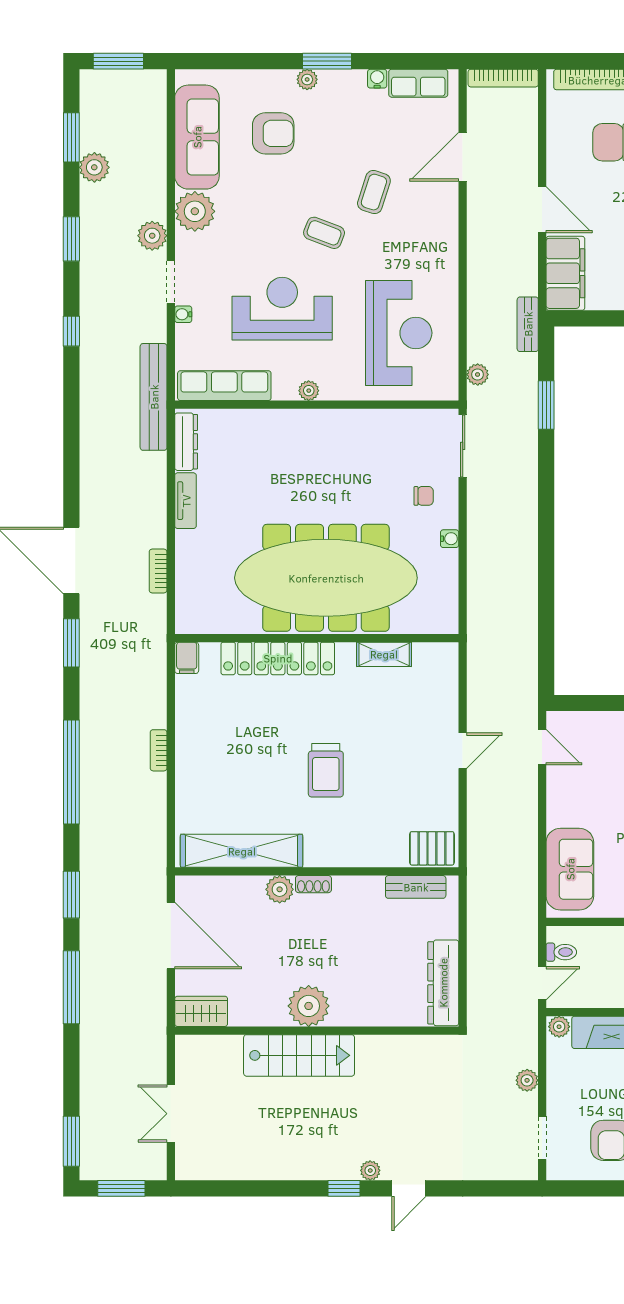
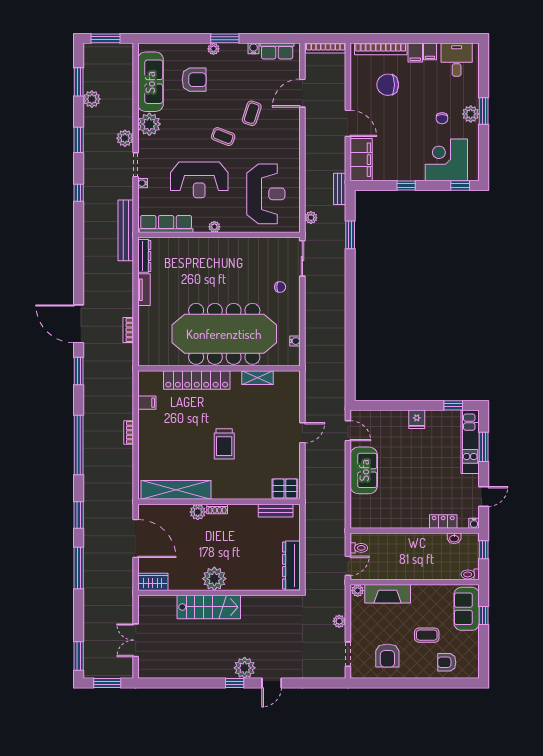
reception desk: (282, 309) -> (199, 180), turned 180
water cooler: (450, 539) -> (295, 341), moved
filing cabinet: (187, 658) -> (147, 403), moved, turned -90
sofa: (570, 869) -> (364, 470), moved
plant: (370, 1170) -> (245, 668), width x1.88, depth x1.88

